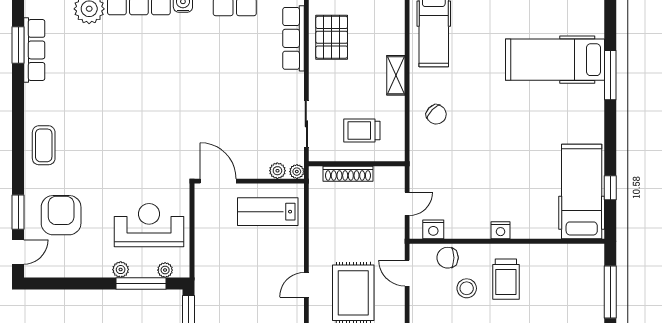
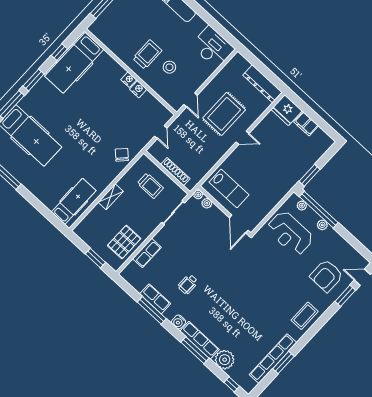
row of seats: (293, 38) -> (147, 253), width x0.68
window: (18, 45) -> (283, 363), moved
row of seats: (34, 50) -> (273, 359), width x1.36
wheelchair: (213, 57) -> (188, 284), added
chair: (436, 114) -> (122, 155), moved
window: (610, 128) -> (34, 80), added
door: (407, 204) -> (161, 132), swing flipped
nightstand: (433, 229) -> (138, 89), moved
chair: (448, 258) -> (165, 90), removed
window: (141, 283) -> (319, 210), width x1.46

